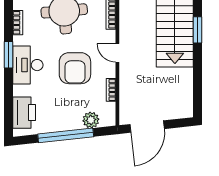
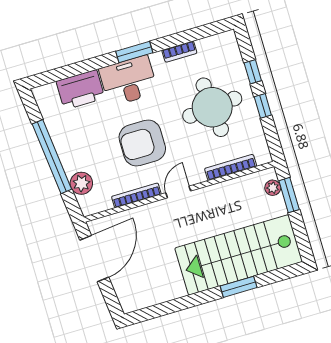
bookcase: (111, 90) -> (136, 195), width x1.56
printer: (24, 113) -> (81, 90), moved
door: (147, 127) -> (94, 259), swing flipped

